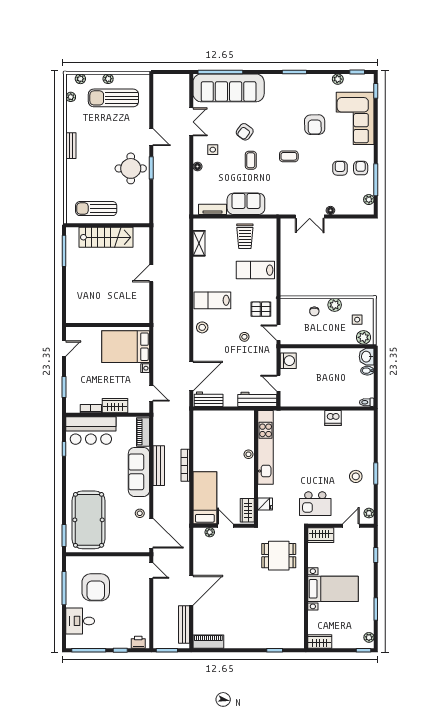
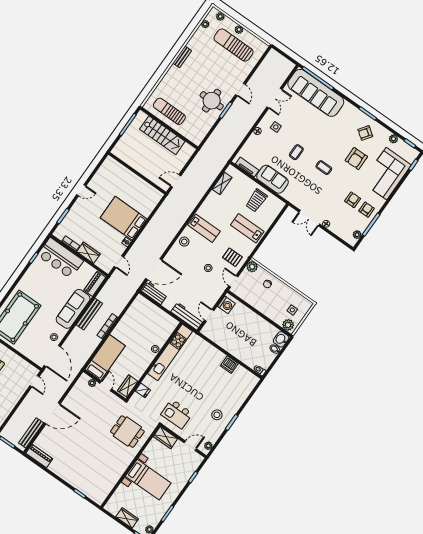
armchair: (245, 132) -> (365, 133), moved
lab bench: (212, 300) -> (204, 228), turned 180
plant: (335, 305) -> (252, 267), moved
wall: (108, 325) -> (137, 173), moved
wardrobe: (320, 642) -> (127, 518), moved

